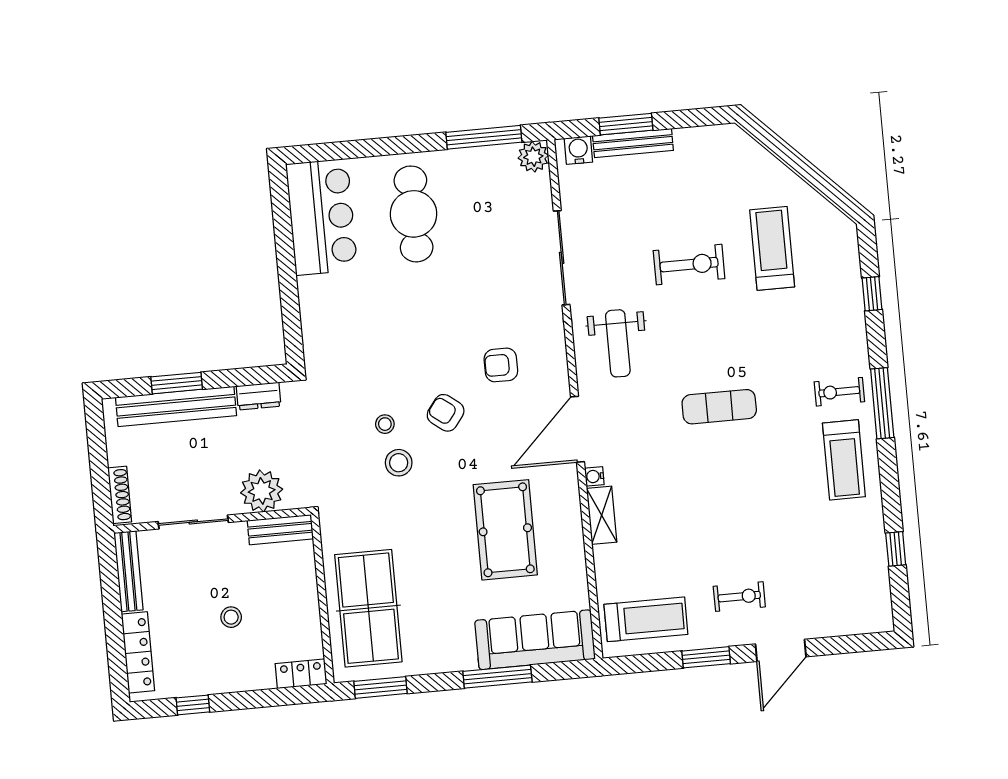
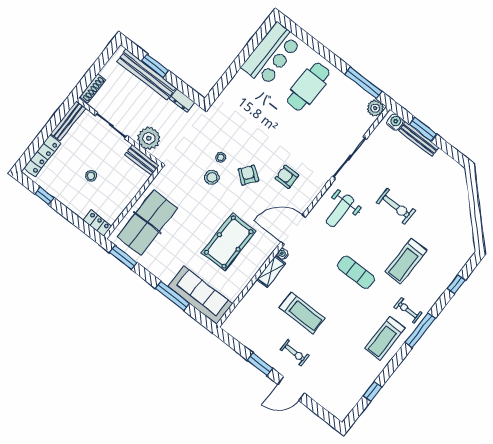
treadmill: (772, 248) -> (406, 261), moved, turned 180
treadmill: (646, 619) -> (302, 313), moved

